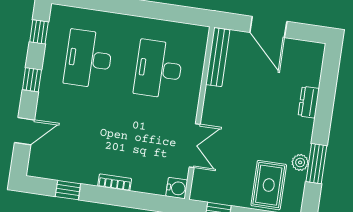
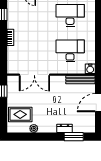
double door: (195, 146) -> (34, 75), width x1.37
window: (316, 164) -> (74, 137), moved
water cooler: (177, 188) -> (90, 69), moved

